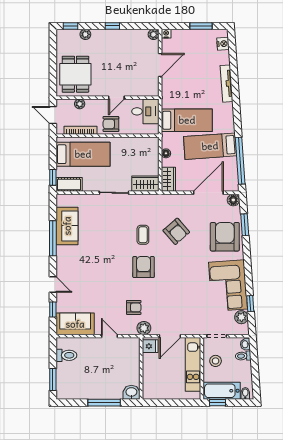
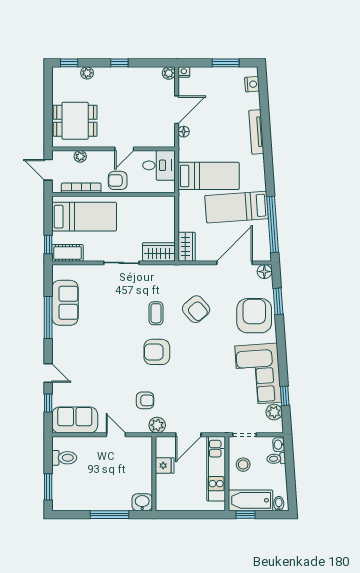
dining table: (75, 74) -> (75, 121), turned 90
floor lamp: (166, 153) -> (184, 132), moved
armchair: (144, 267) -> (157, 352), turned -90
fridge: (150, 346) -> (165, 465), moved

